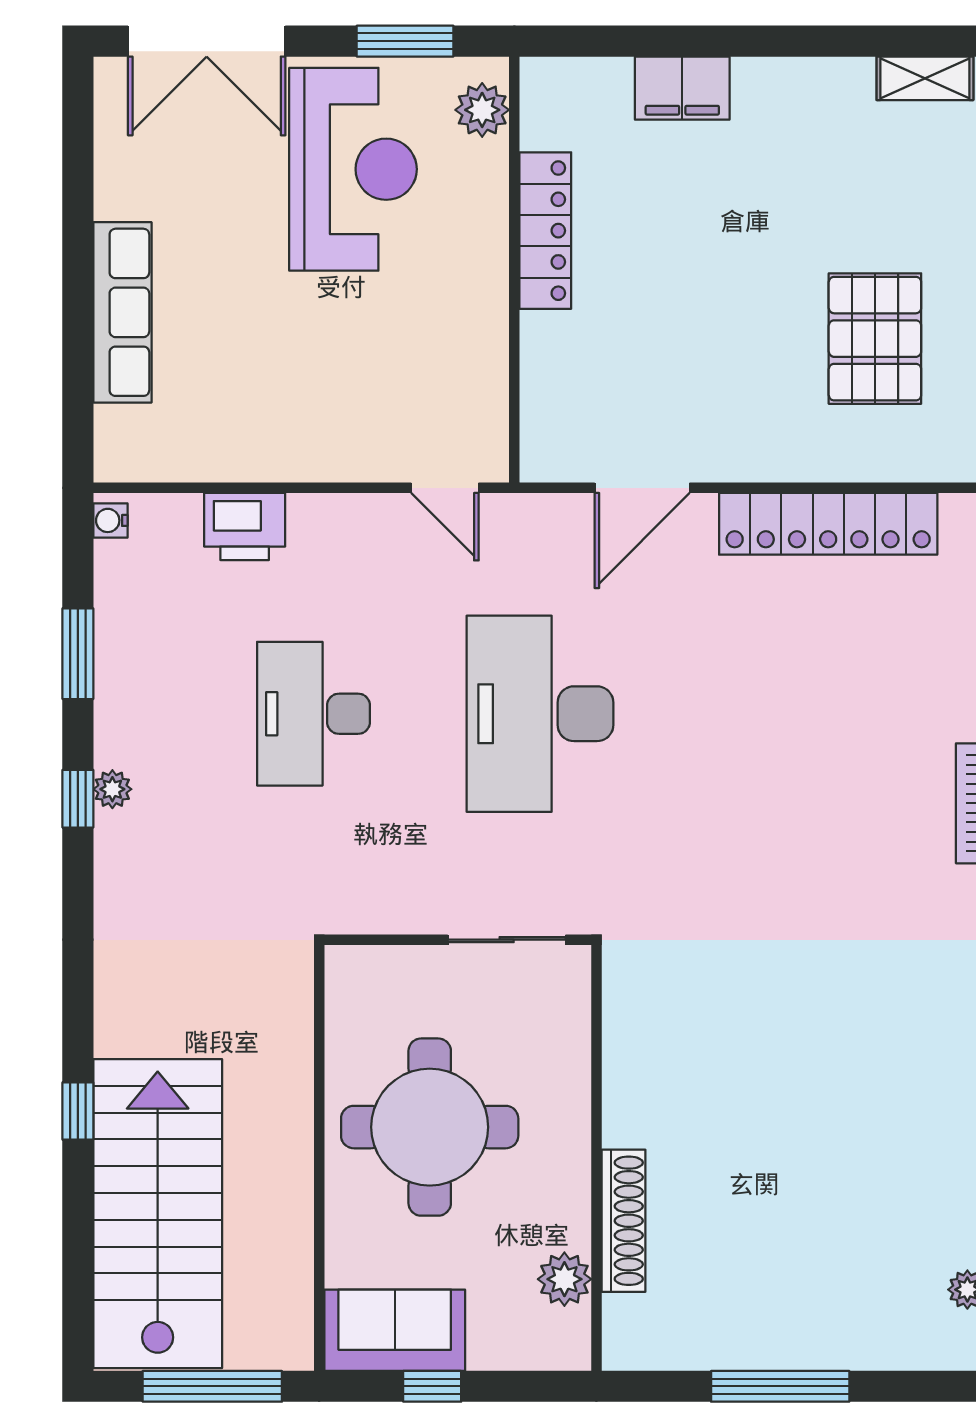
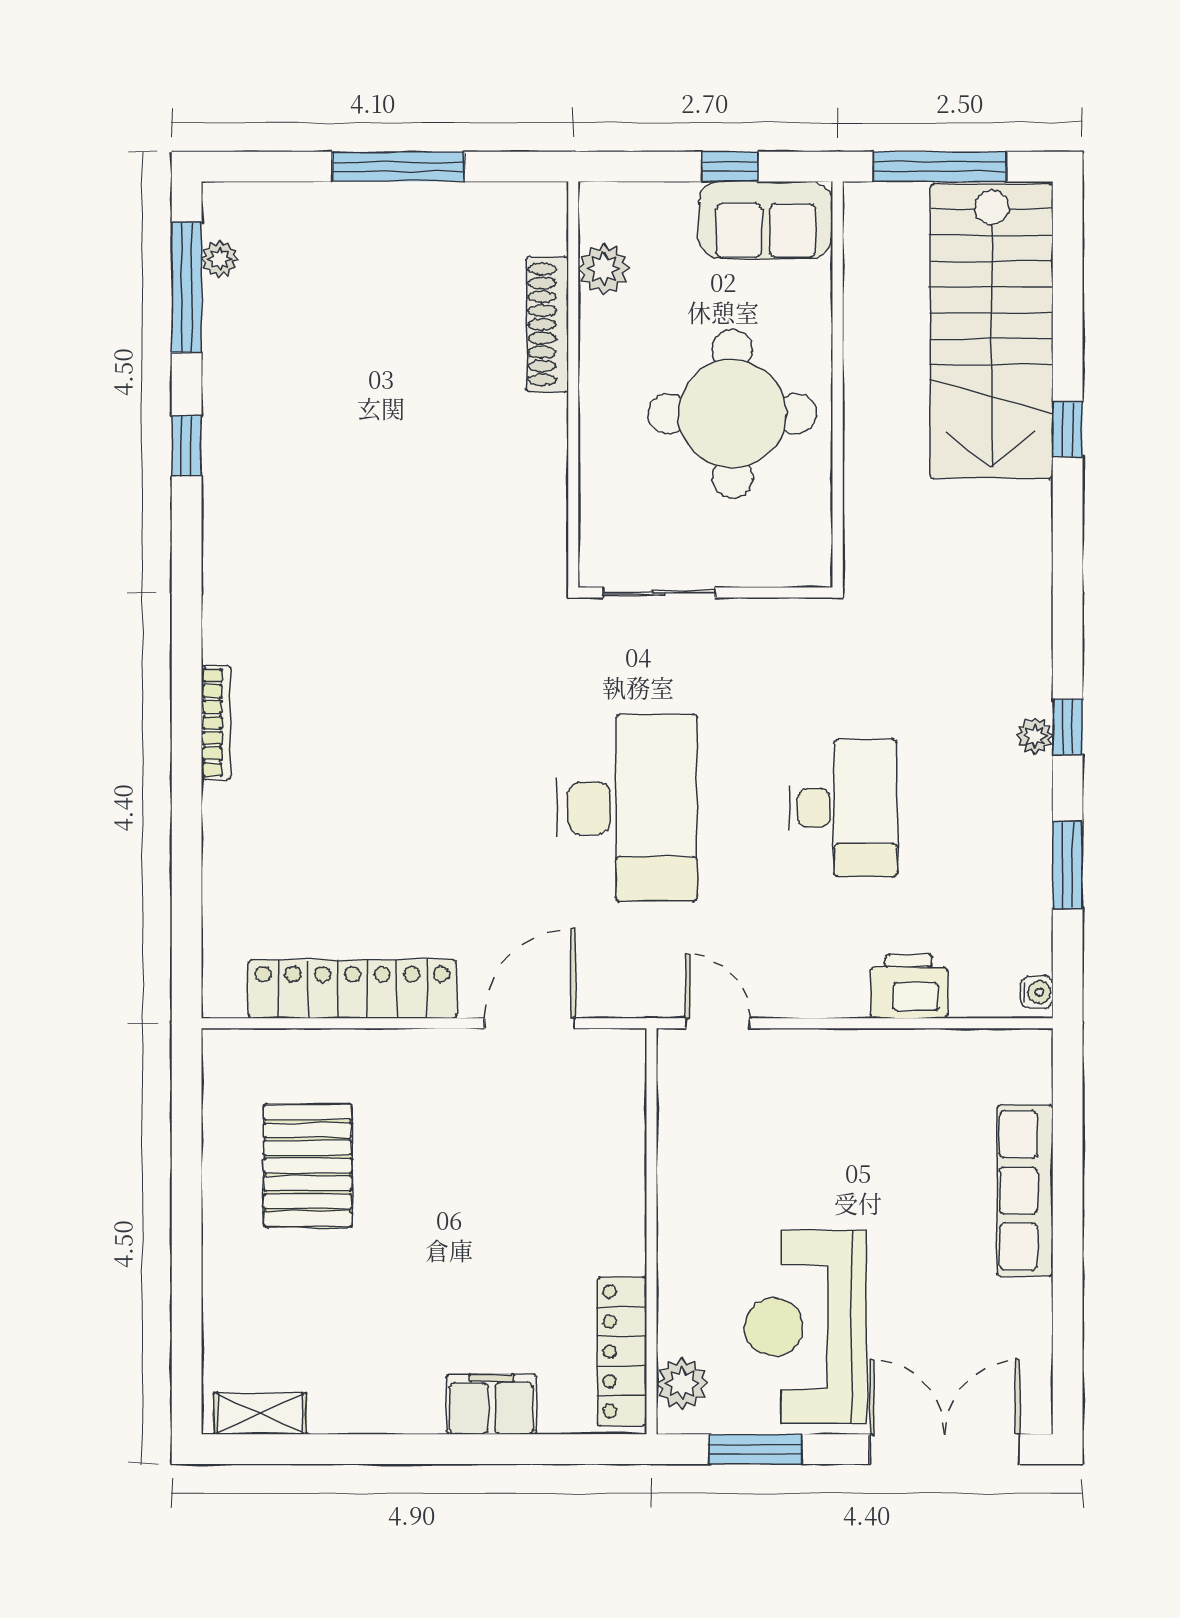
locker: (545, 231) -> (622, 1351), moved

